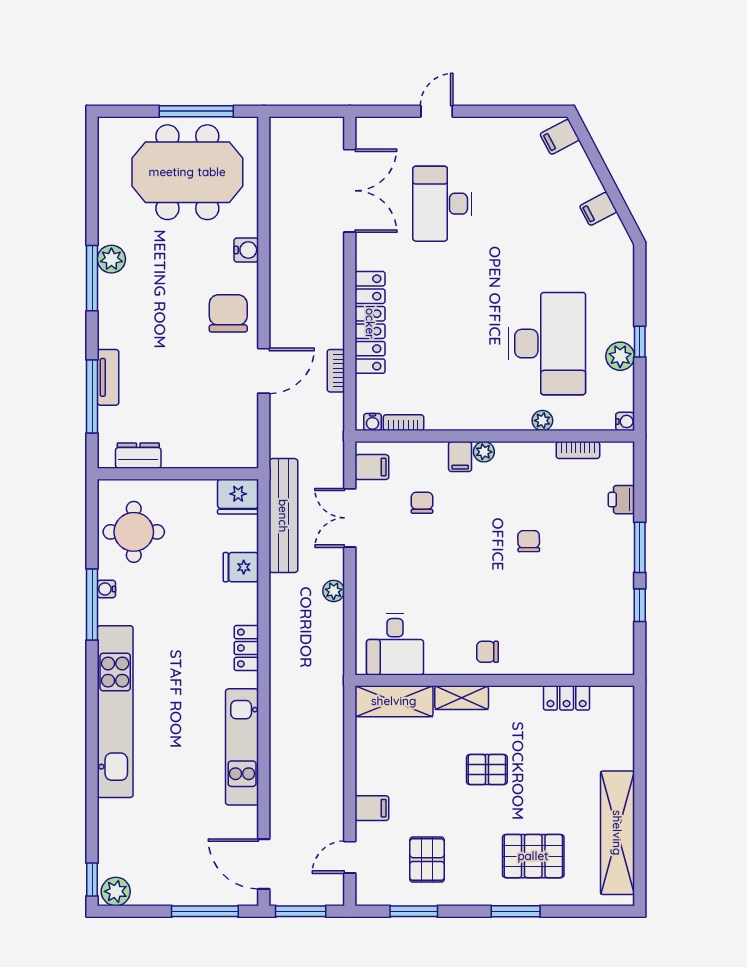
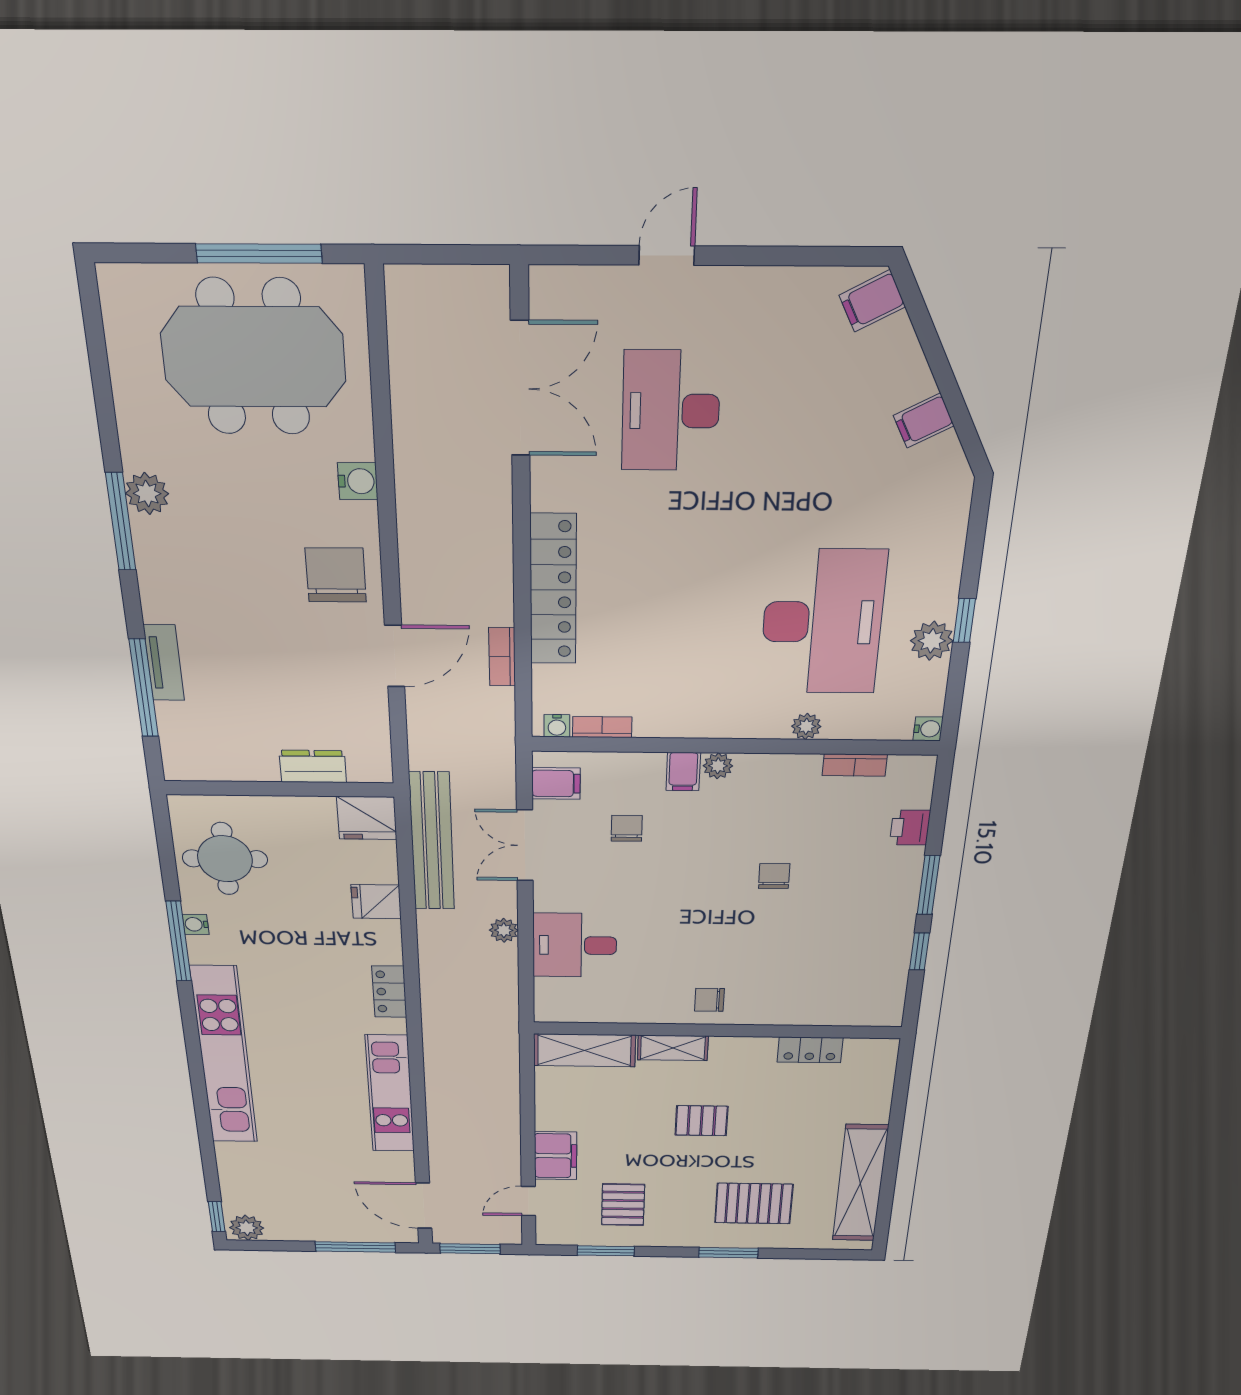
dresser: (138, 456) -> (313, 766), moved
desk: (395, 644) -> (575, 945), moved, turned 90
filing cabinet: (372, 808) -> (556, 1156), width x2.00

